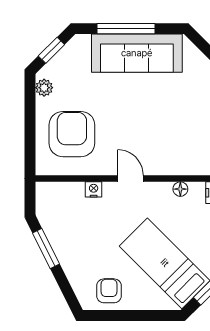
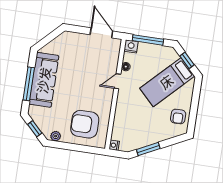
door: (130, 179) -> (117, 81), moved
nightstand: (94, 189) -> (114, 145), moved
armchair: (109, 291) -> (178, 116), turned -90

